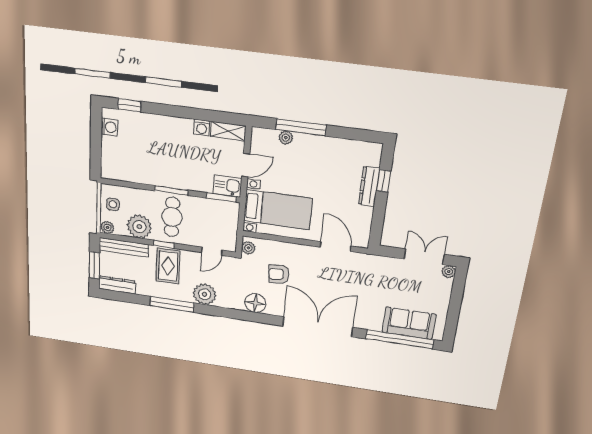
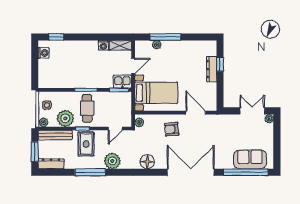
armchair: (279, 274) -> (172, 129), moved

